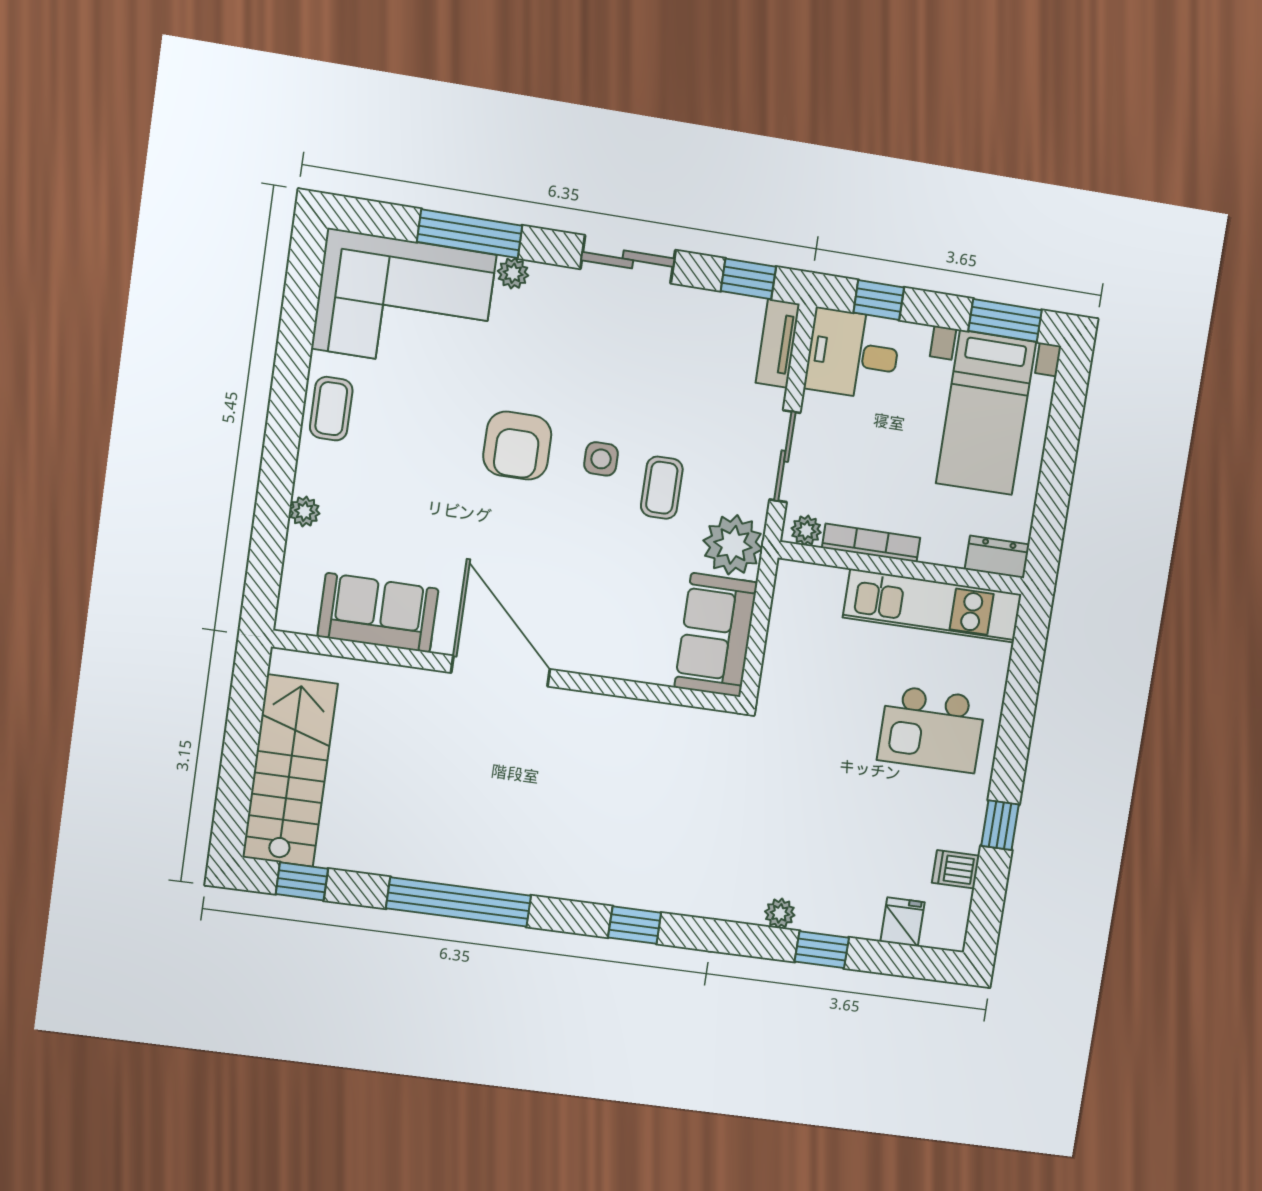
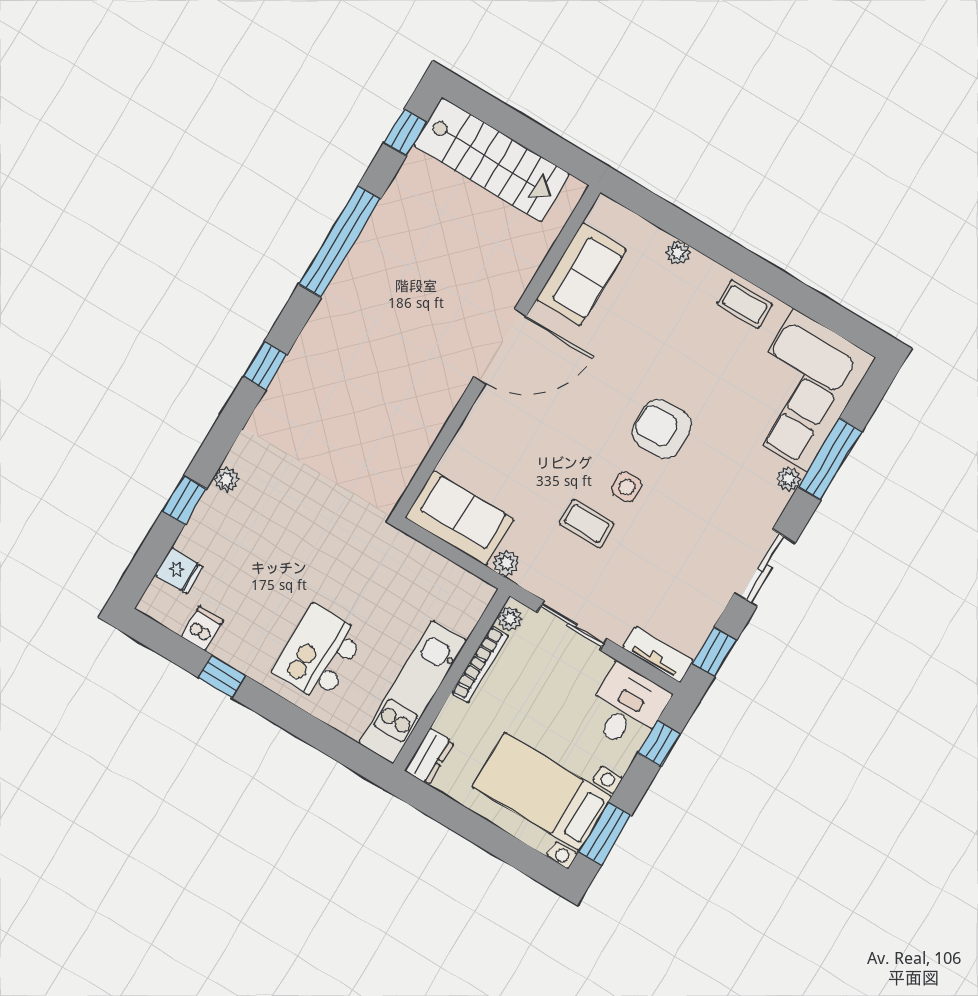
plant: (733, 545) -> (506, 563), width x0.53, depth x0.53

